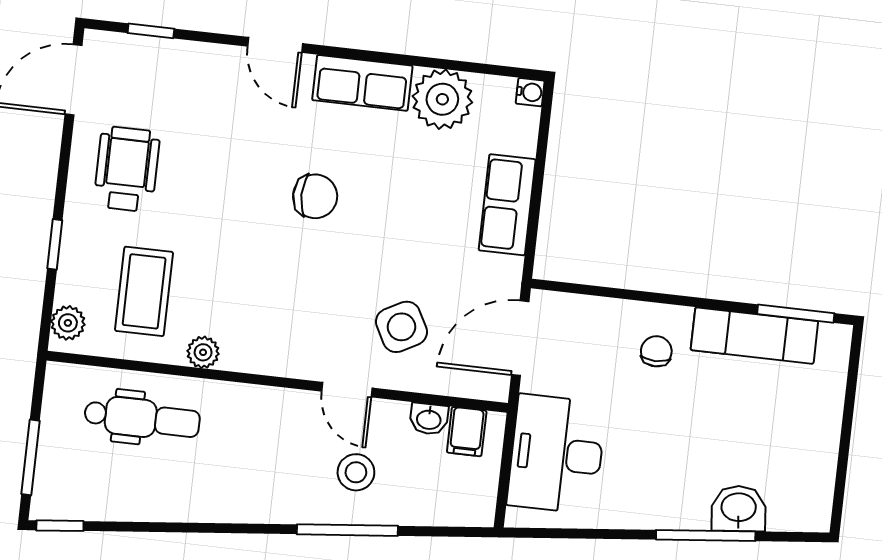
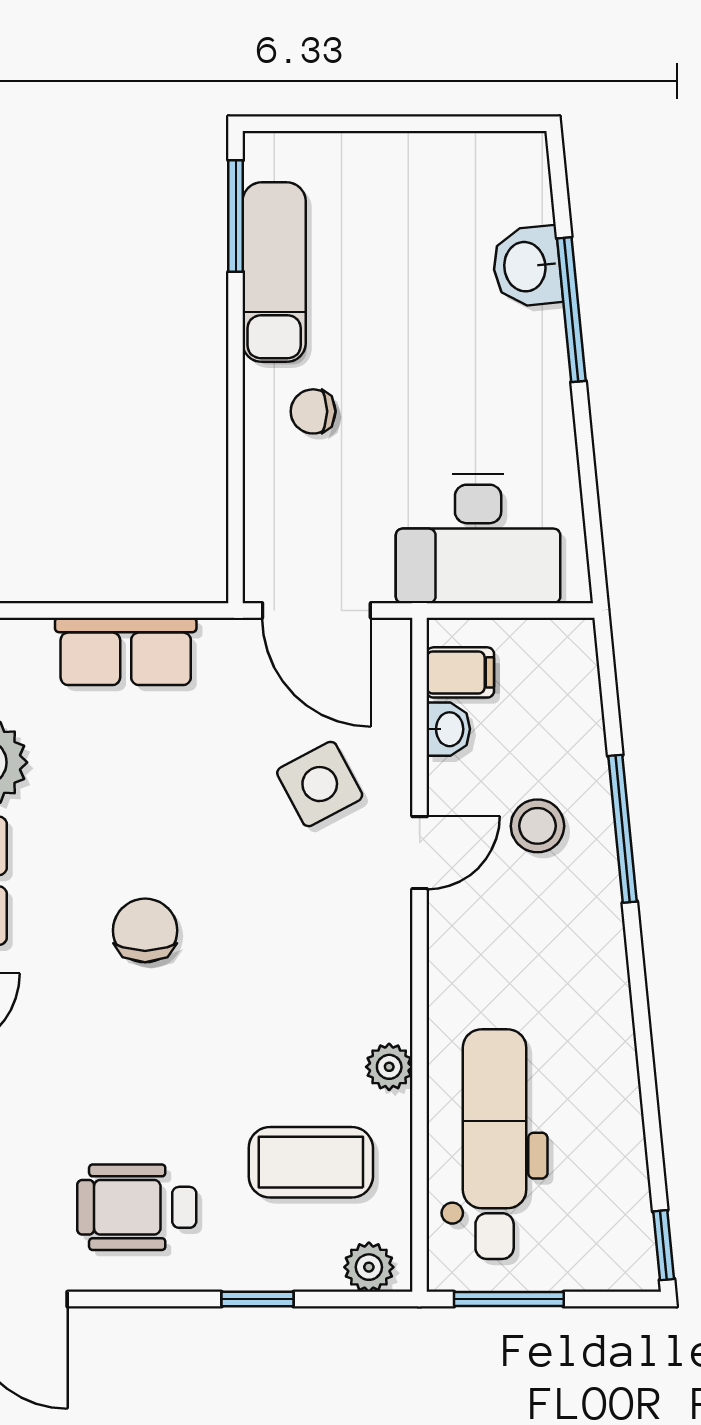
dental chair: (142, 418) -> (495, 1144), width x1.36, depth x1.38
window: (31, 457) -> (509, 1299), moved

